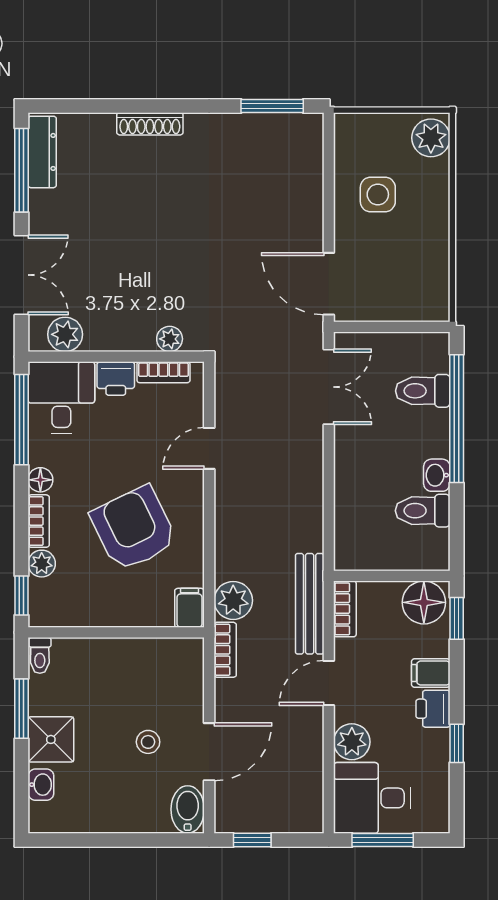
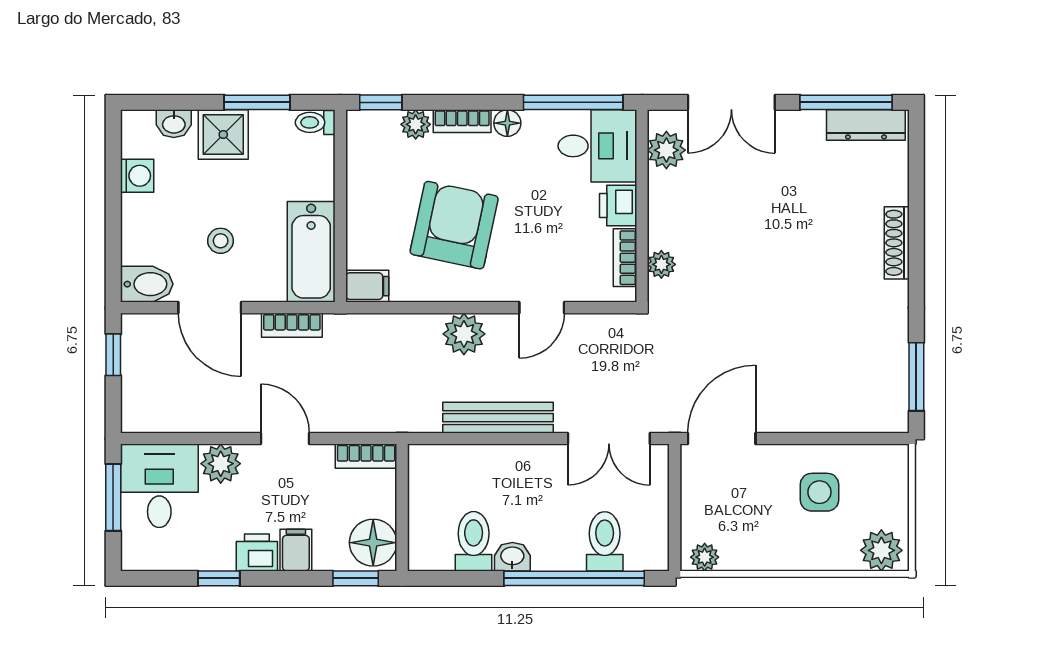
plant: (437, 299) -> (705, 557), added
door: (209, 448) -> (542, 308), swing flipped
armchair: (134, 528) -> (454, 225), turned -52
plant: (233, 600) -> (464, 334), moved
bench: (310, 604) -> (498, 418), moved
bookcase: (225, 650) -> (292, 325), moved
bathtub: (158, 659) -> (311, 252), added
washing machine: (89, 818) -> (137, 176), added

